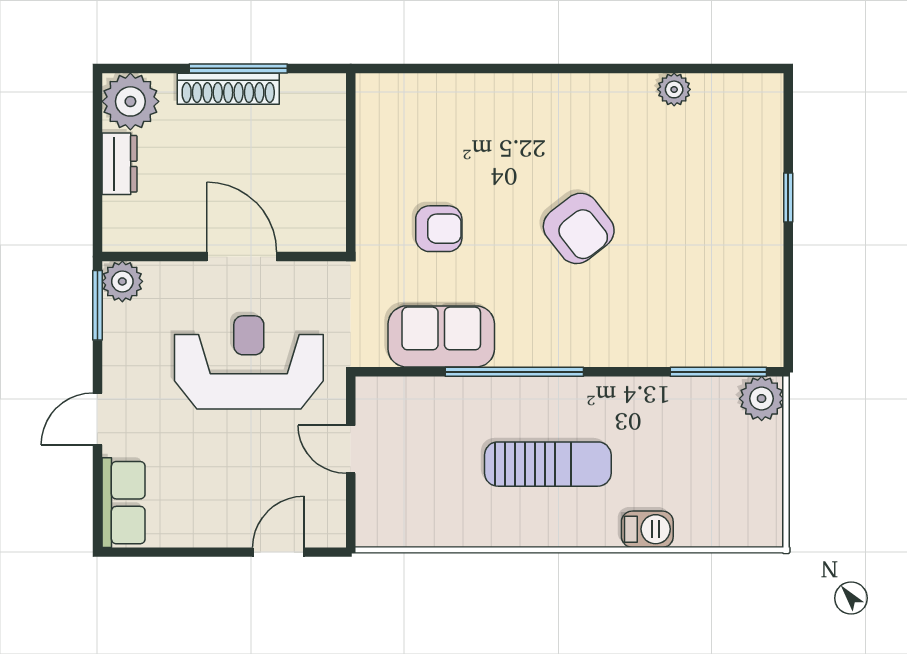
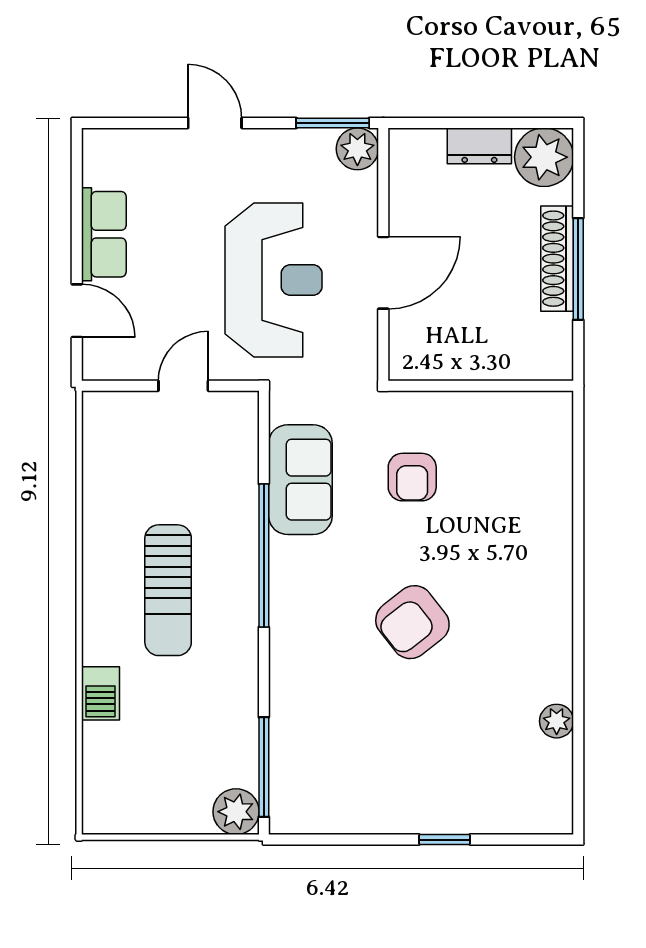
row of seats: (123, 503) -> (104, 234), moved, turned -90

